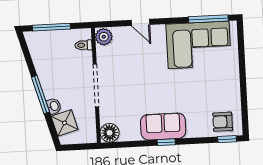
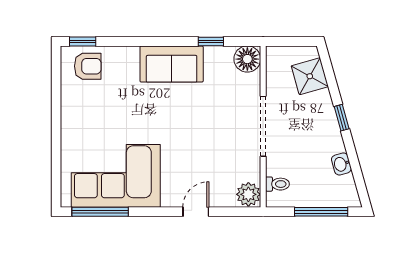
door: (140, 22) -> (196, 212), hinge flipped
window: (40, 95) -> (342, 118), width x0.46
washbasin: (54, 106) -> (341, 164), moved
window: (166, 142) -> (211, 42), moved

